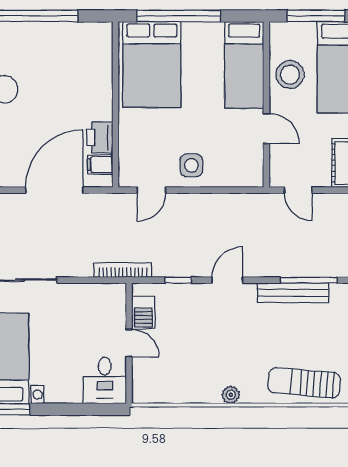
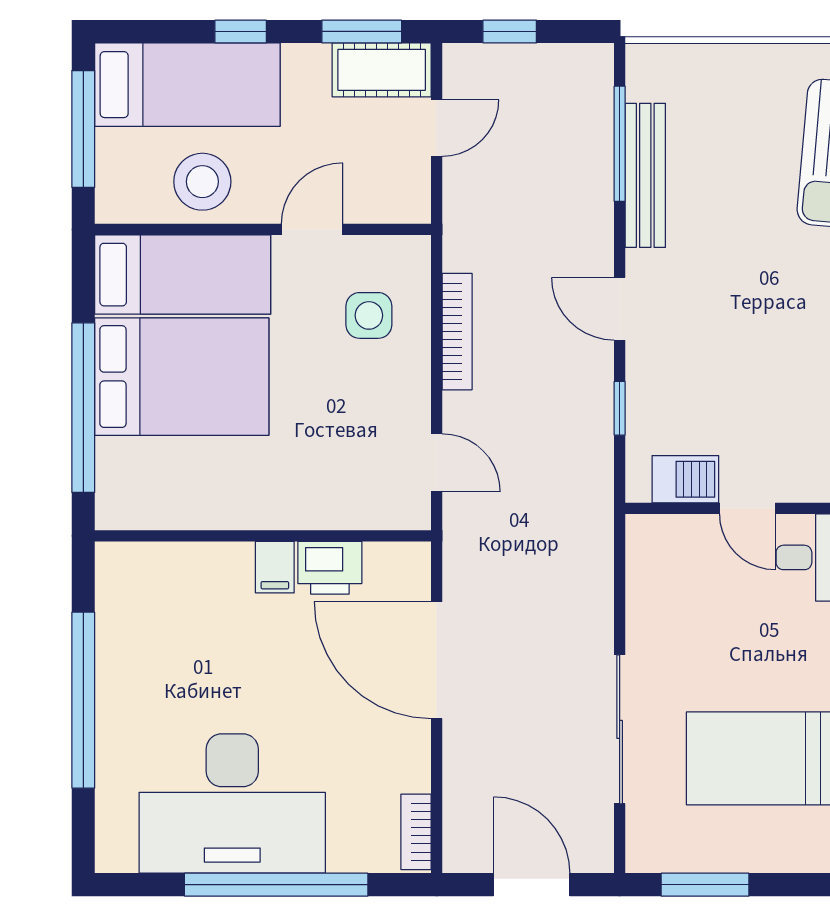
bed: (152, 64) -> (182, 377), moved
filing cabinet: (100, 165) -> (275, 567), moved
side table: (191, 165) -> (369, 315), moved
door: (298, 190) -> (437, 128), moved
bookcase: (123, 270) -> (457, 332), moved, turned 180
door: (129, 343) -> (747, 508), swing flipped

